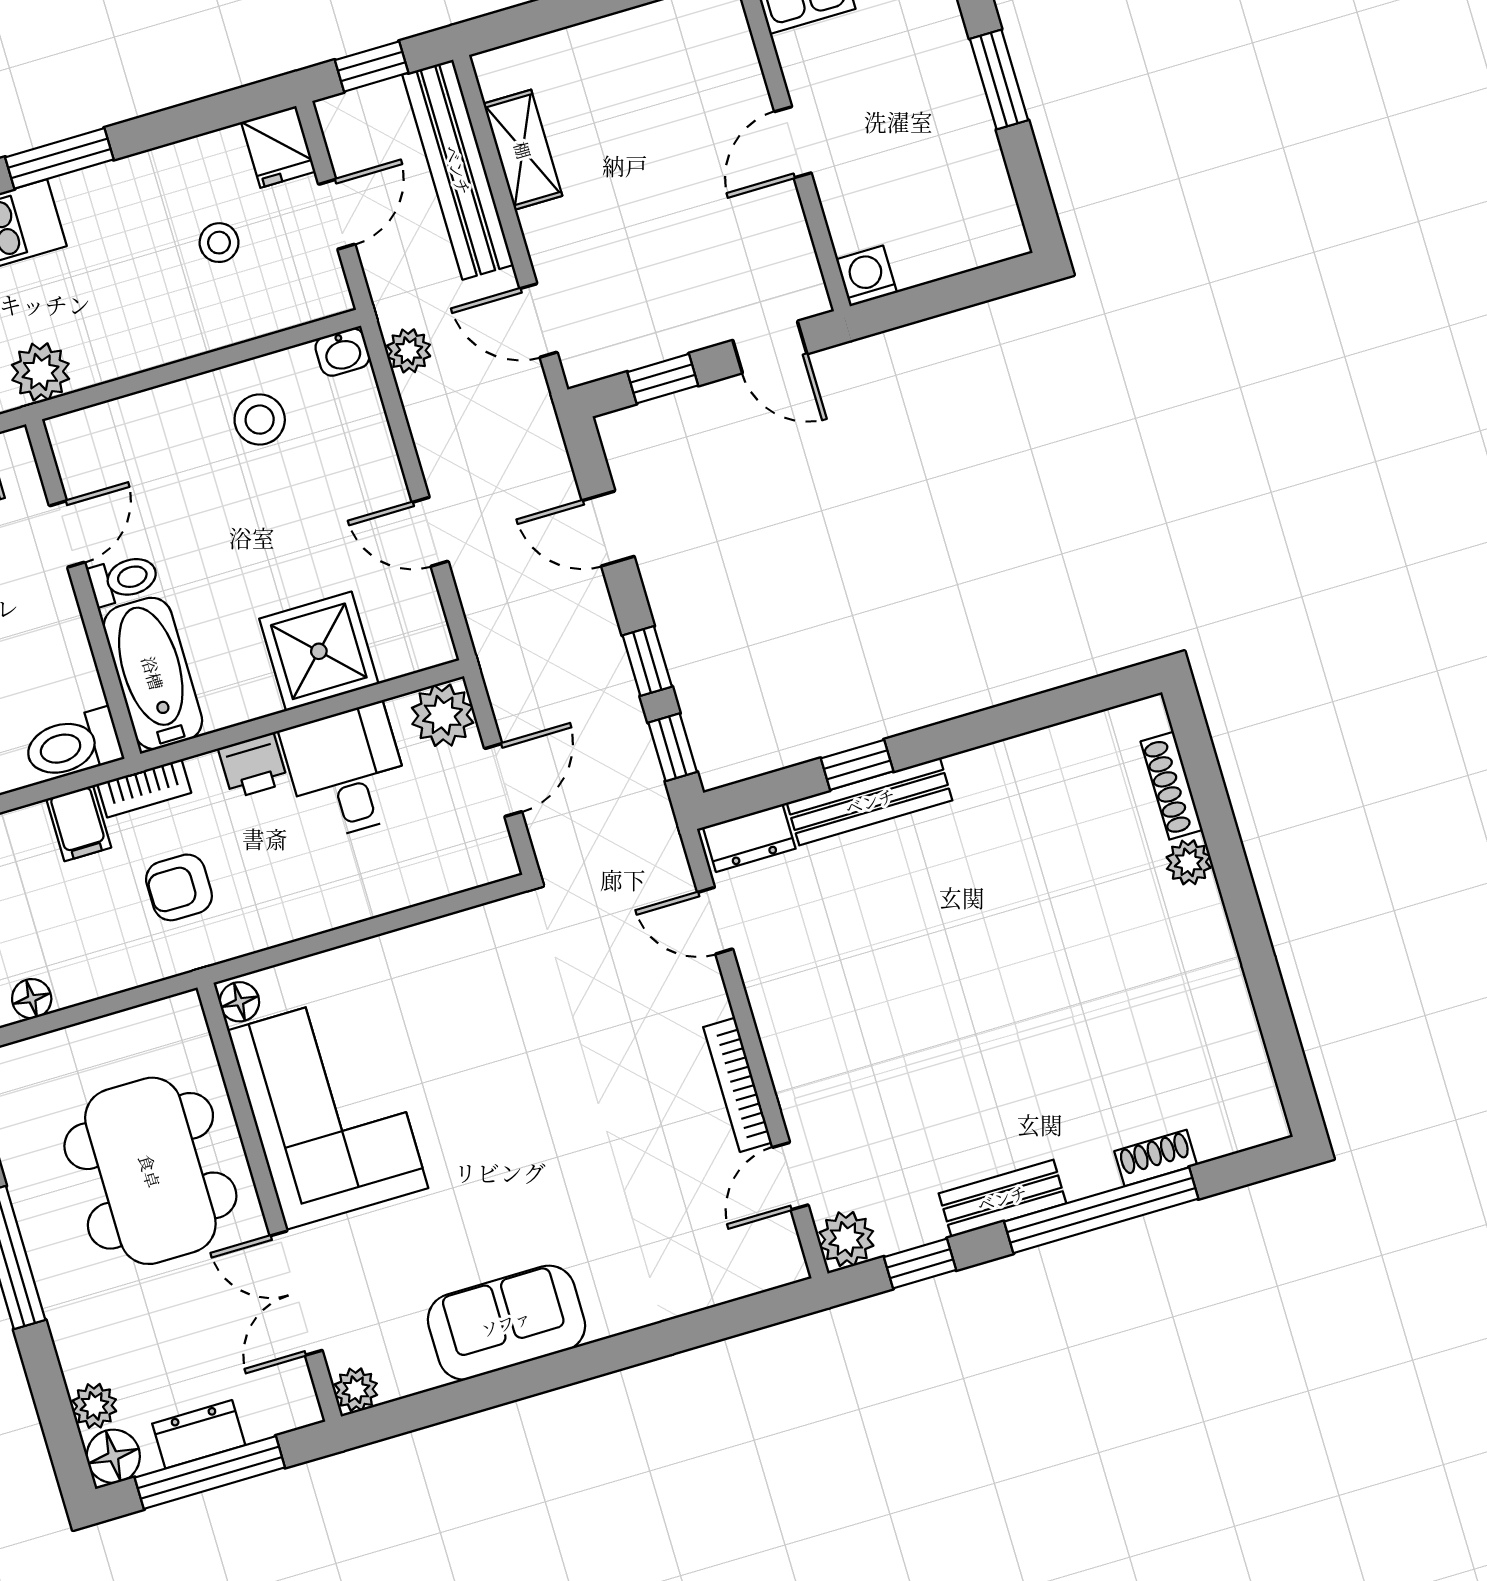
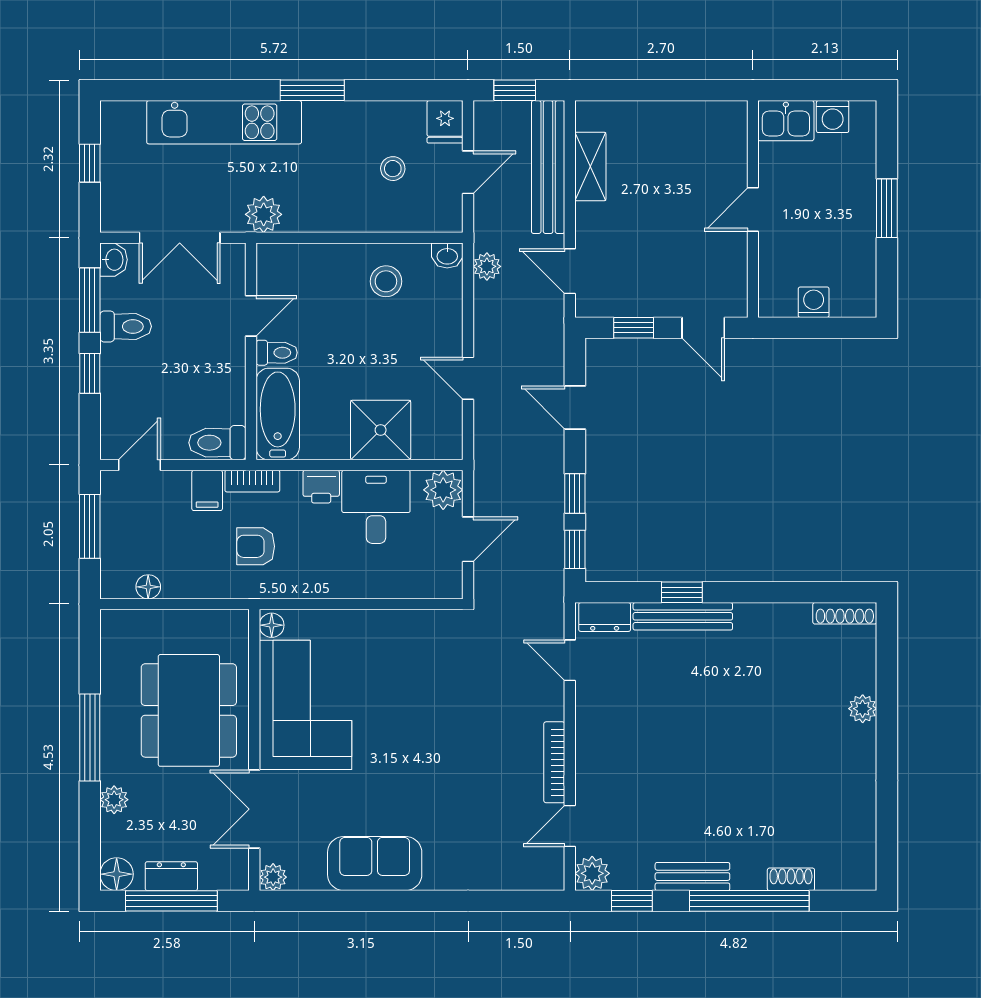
washing machine: (867, 276) -> (814, 302), moved
shoe rack: (1172, 786) -> (845, 613), moved, turned -90
plant: (94, 1406) -> (114, 800), moved

